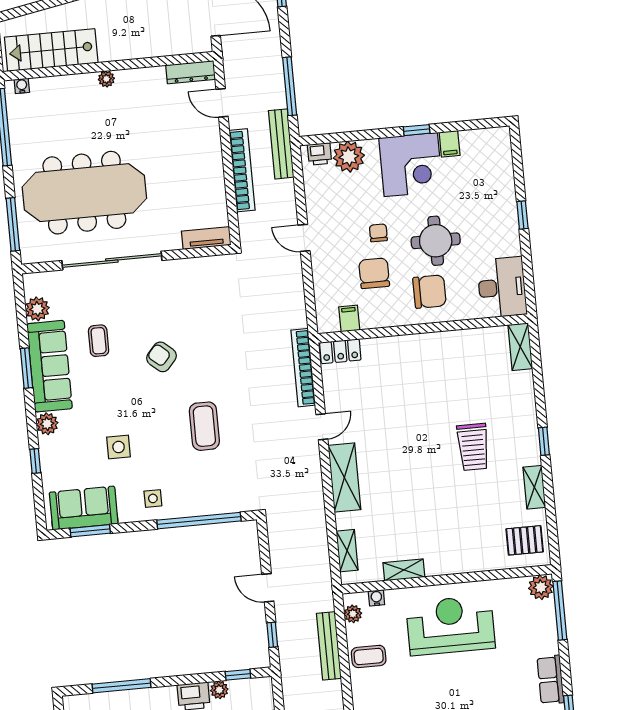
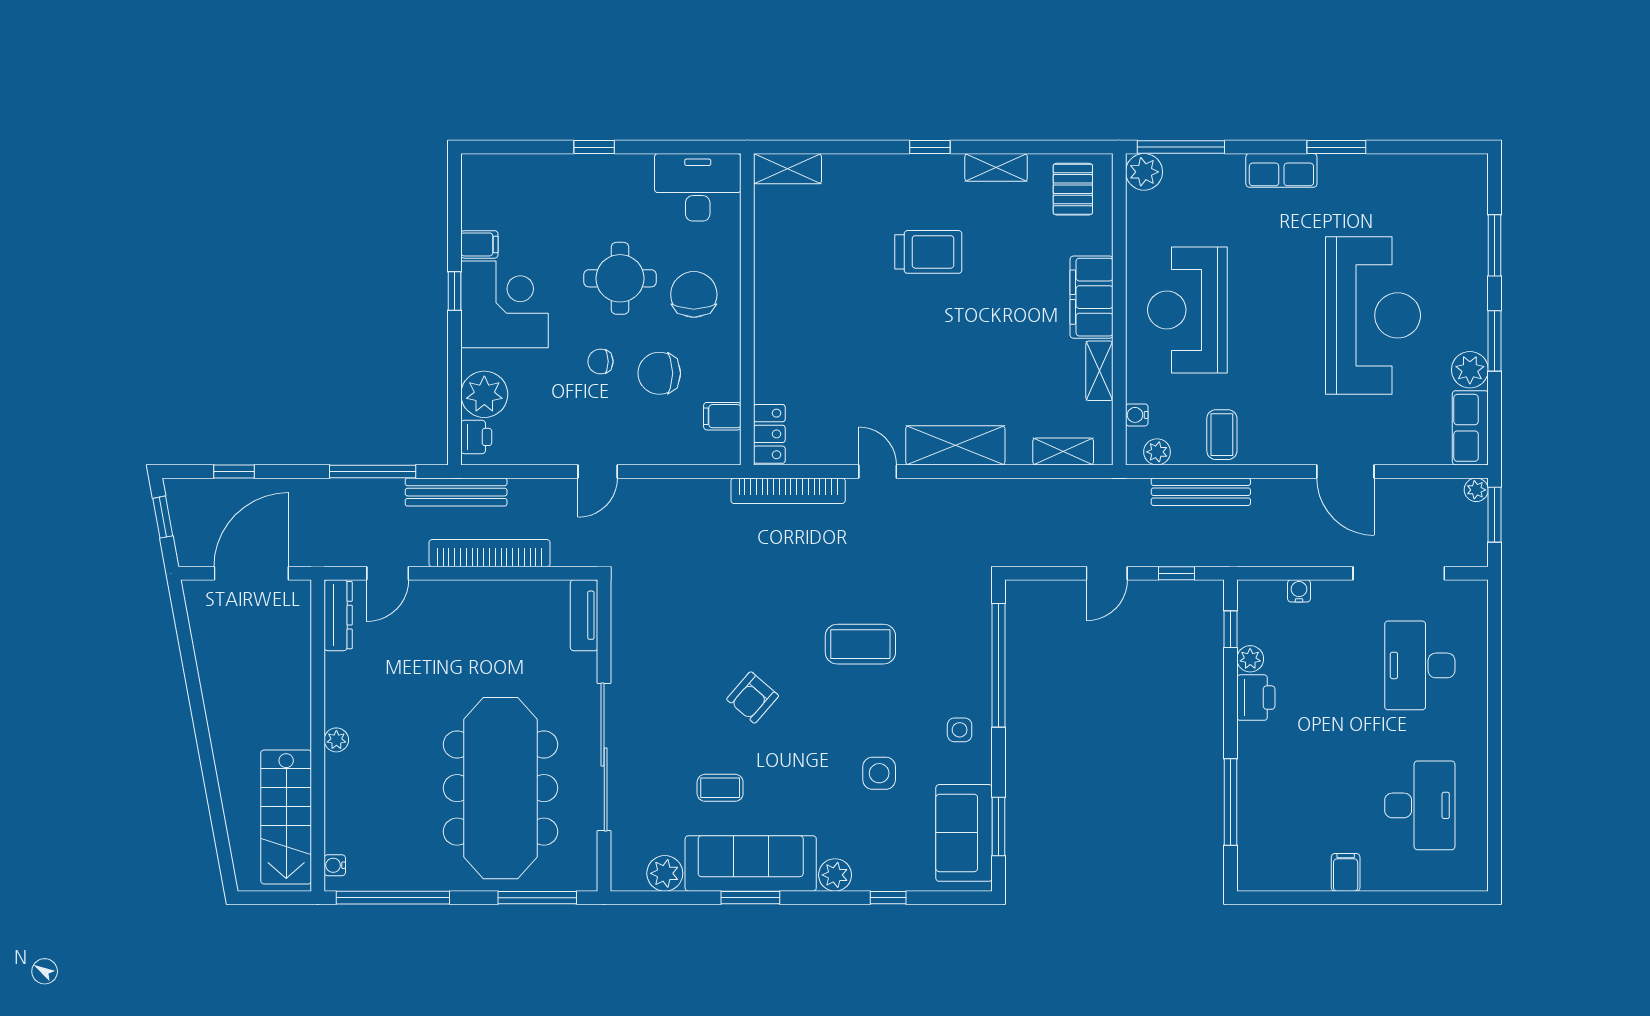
filing cabinet: (453, 560) -> (1092, 297), added

